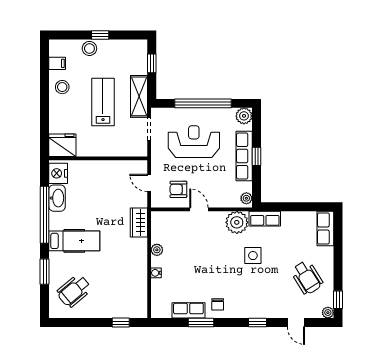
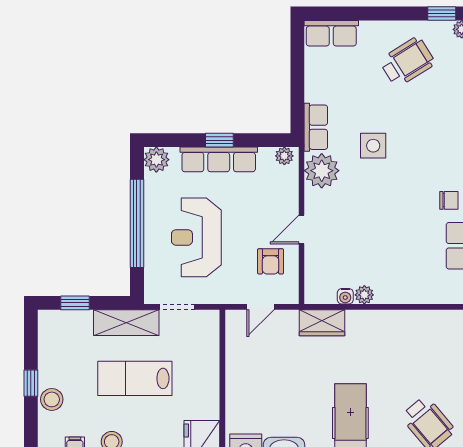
water cooler: (156, 273) -> (345, 296), moved

